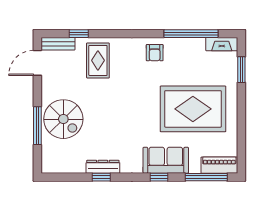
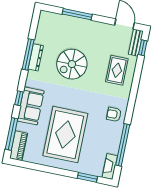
window: (79, 34) -> (143, 48), moved
rug: (98, 60) -> (117, 70), turned 90
spiral stairs: (63, 119) -> (72, 64), moved
window: (101, 177) -> (28, 54), width x2.17

